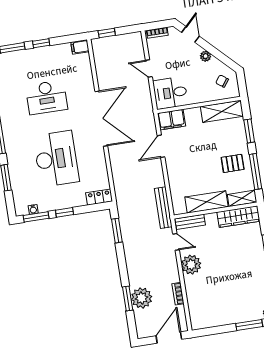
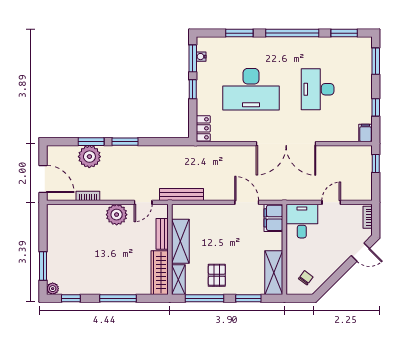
window: (41, 43) -> (376, 107), moved
plant: (206, 56) -> (335, 264), removed
bench: (190, 222) -> (162, 234), moved
window: (117, 231) -> (125, 142), moved

